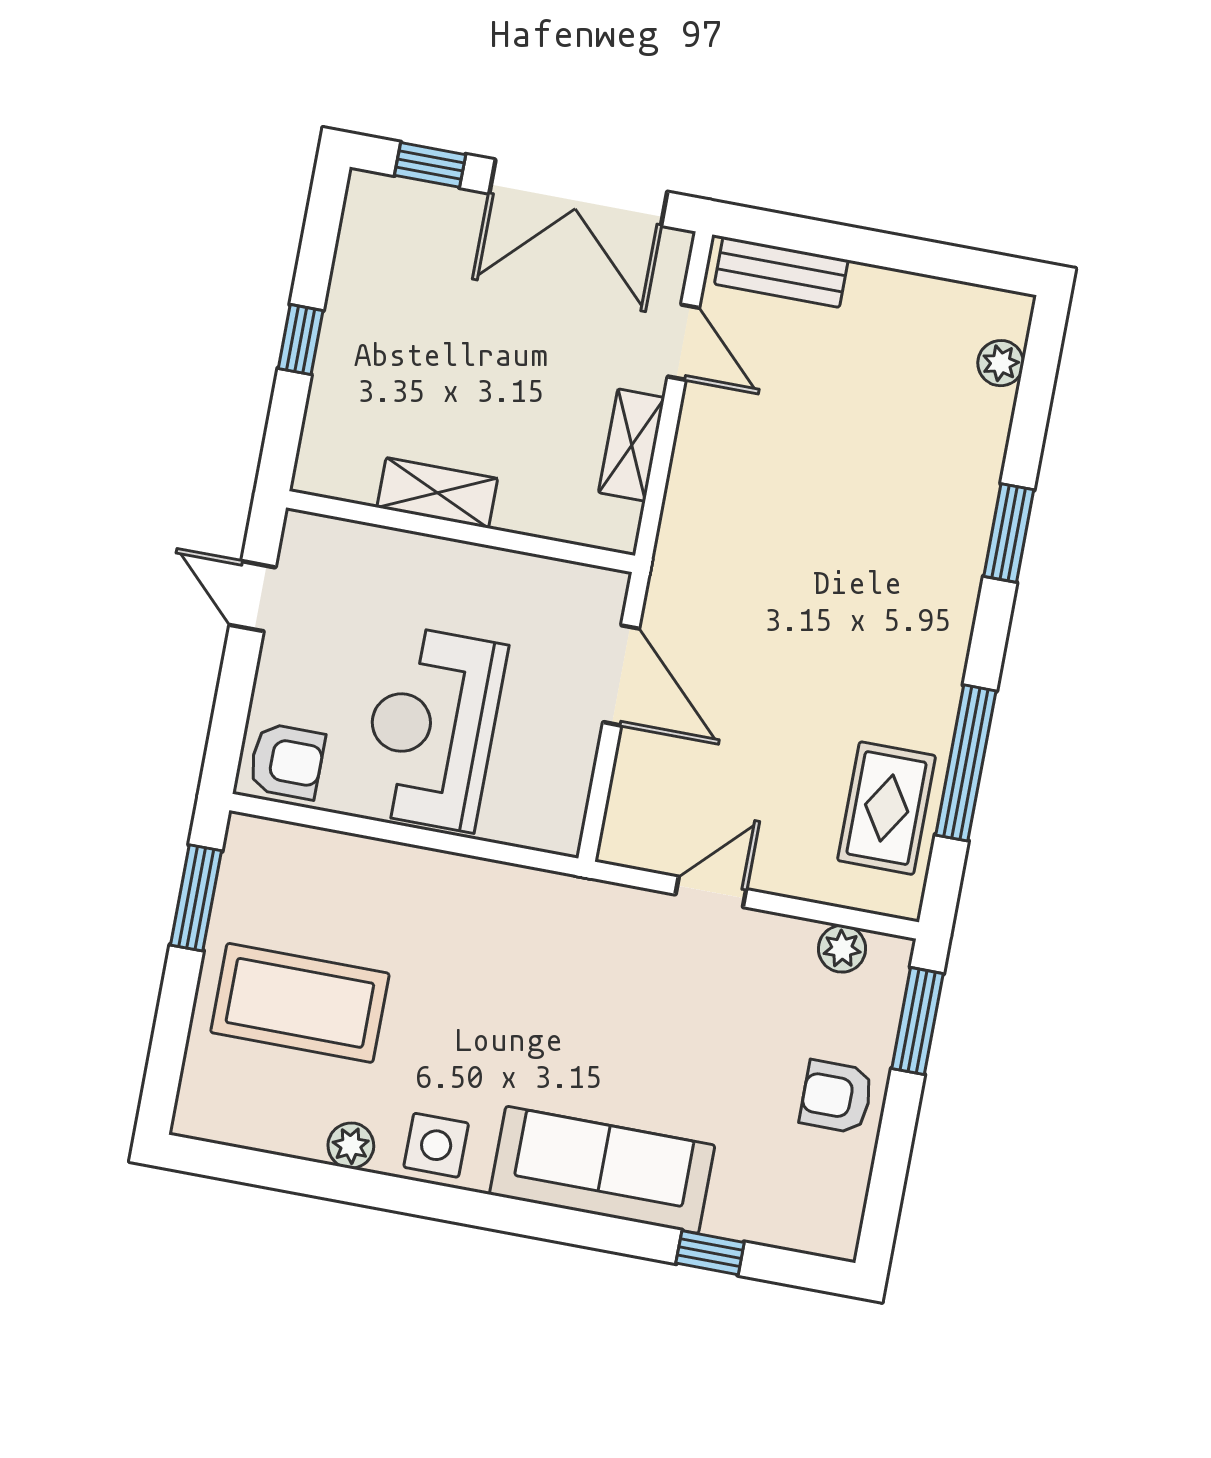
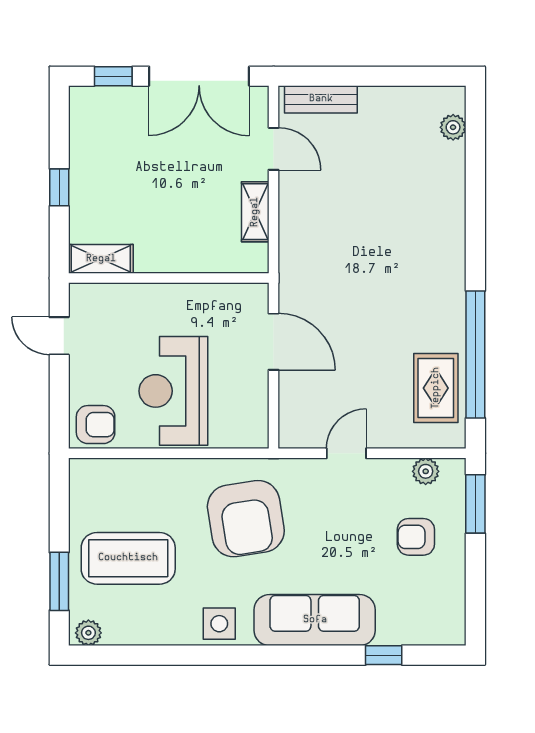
shelving: (437, 493) -> (101, 259), moved
window: (1009, 533) -> (475, 221), removed
window: (966, 763) -> (475, 354), width x1.46
window: (196, 898) -> (59, 581), moved
armchair: (516, 972) -> (246, 519), added
armchair: (836, 1097) -> (416, 537), moved
plant: (351, 1146) -> (88, 633), moved

